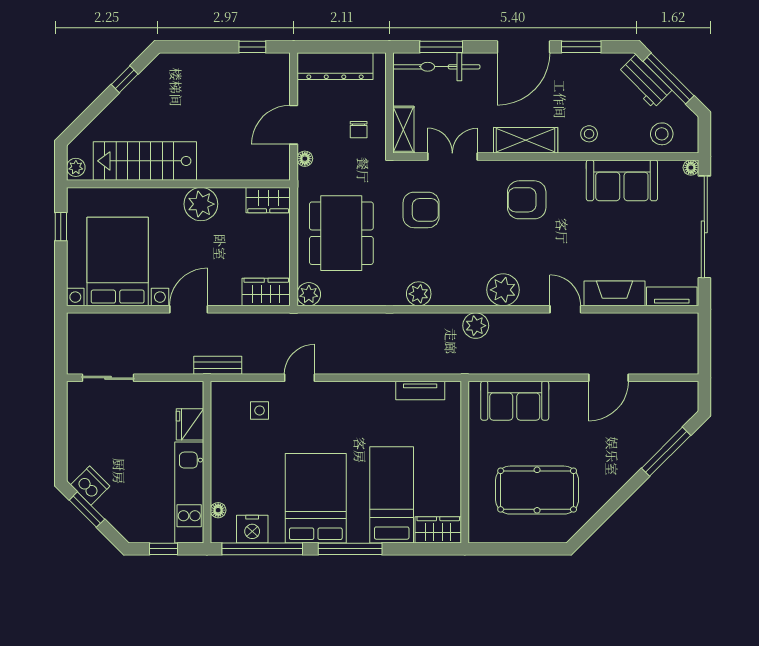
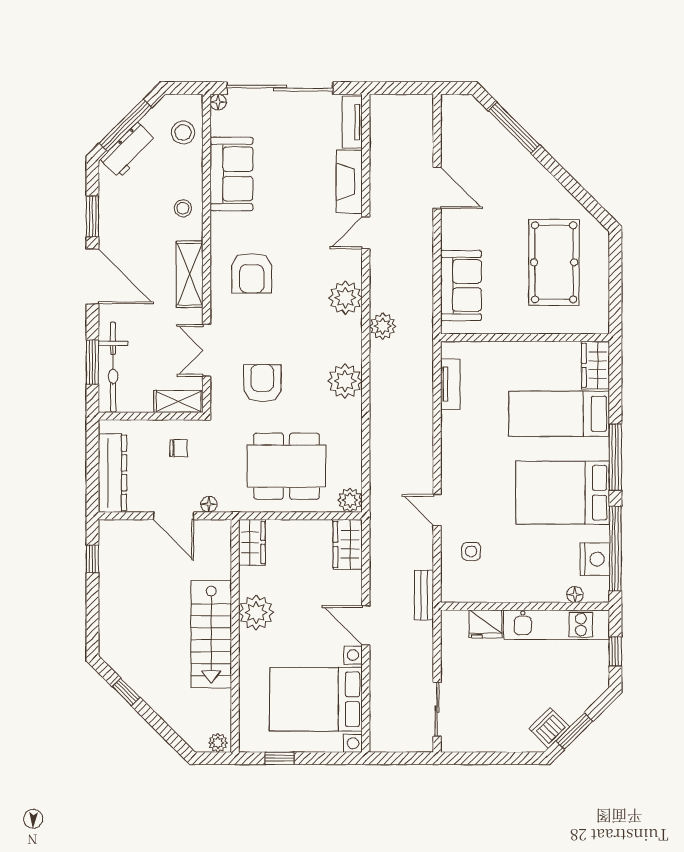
stairs: (145, 161) -> (211, 634), moved
plant: (419, 294) -> (345, 381), width x1.36, depth x1.36

